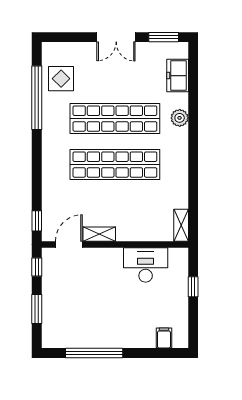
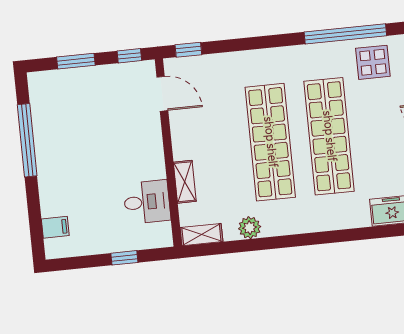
plant: (180, 118) -> (250, 228), moved
shelving: (99, 234) -> (185, 182), moved
desk: (146, 265) -> (147, 202), width x0.73

